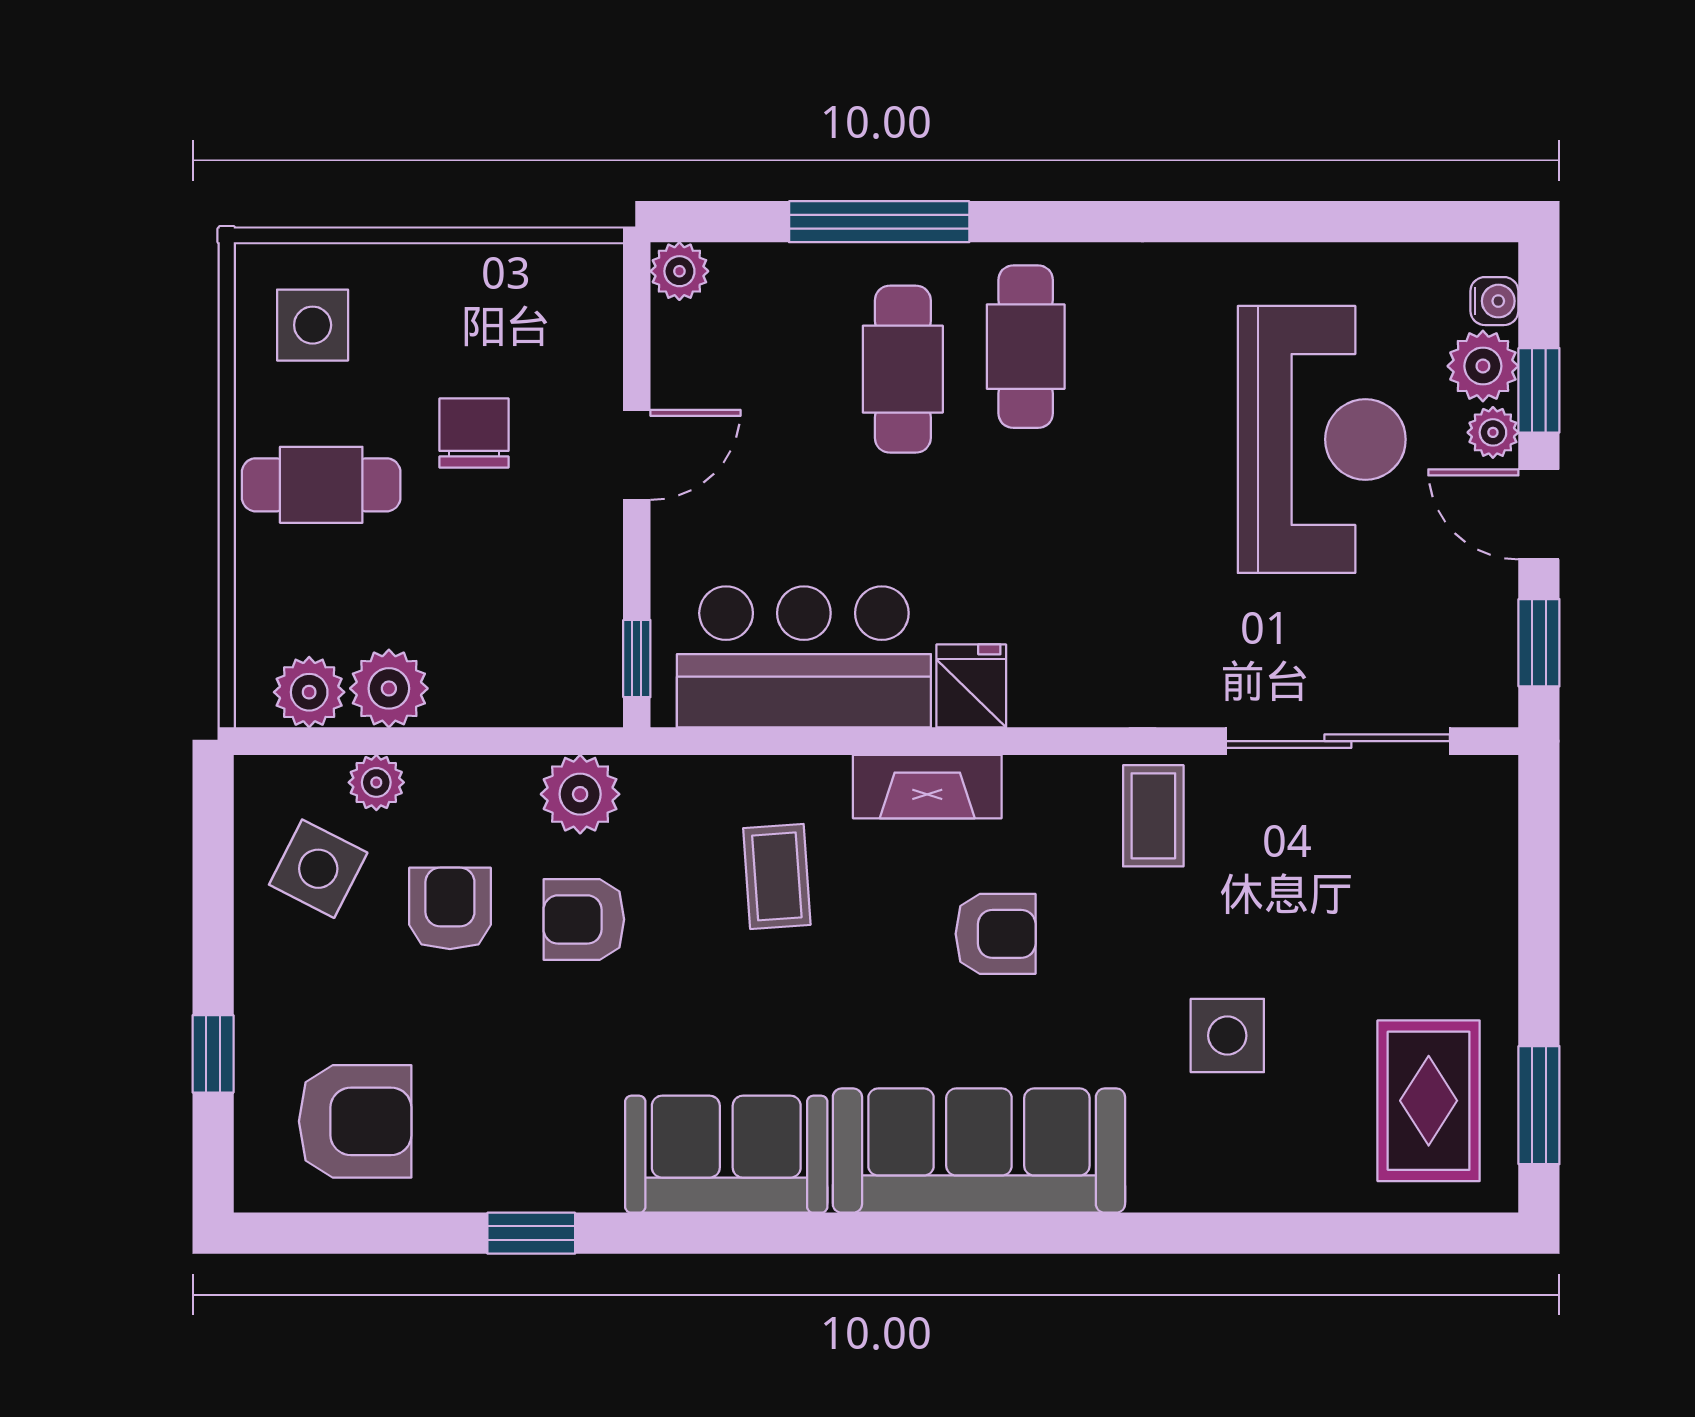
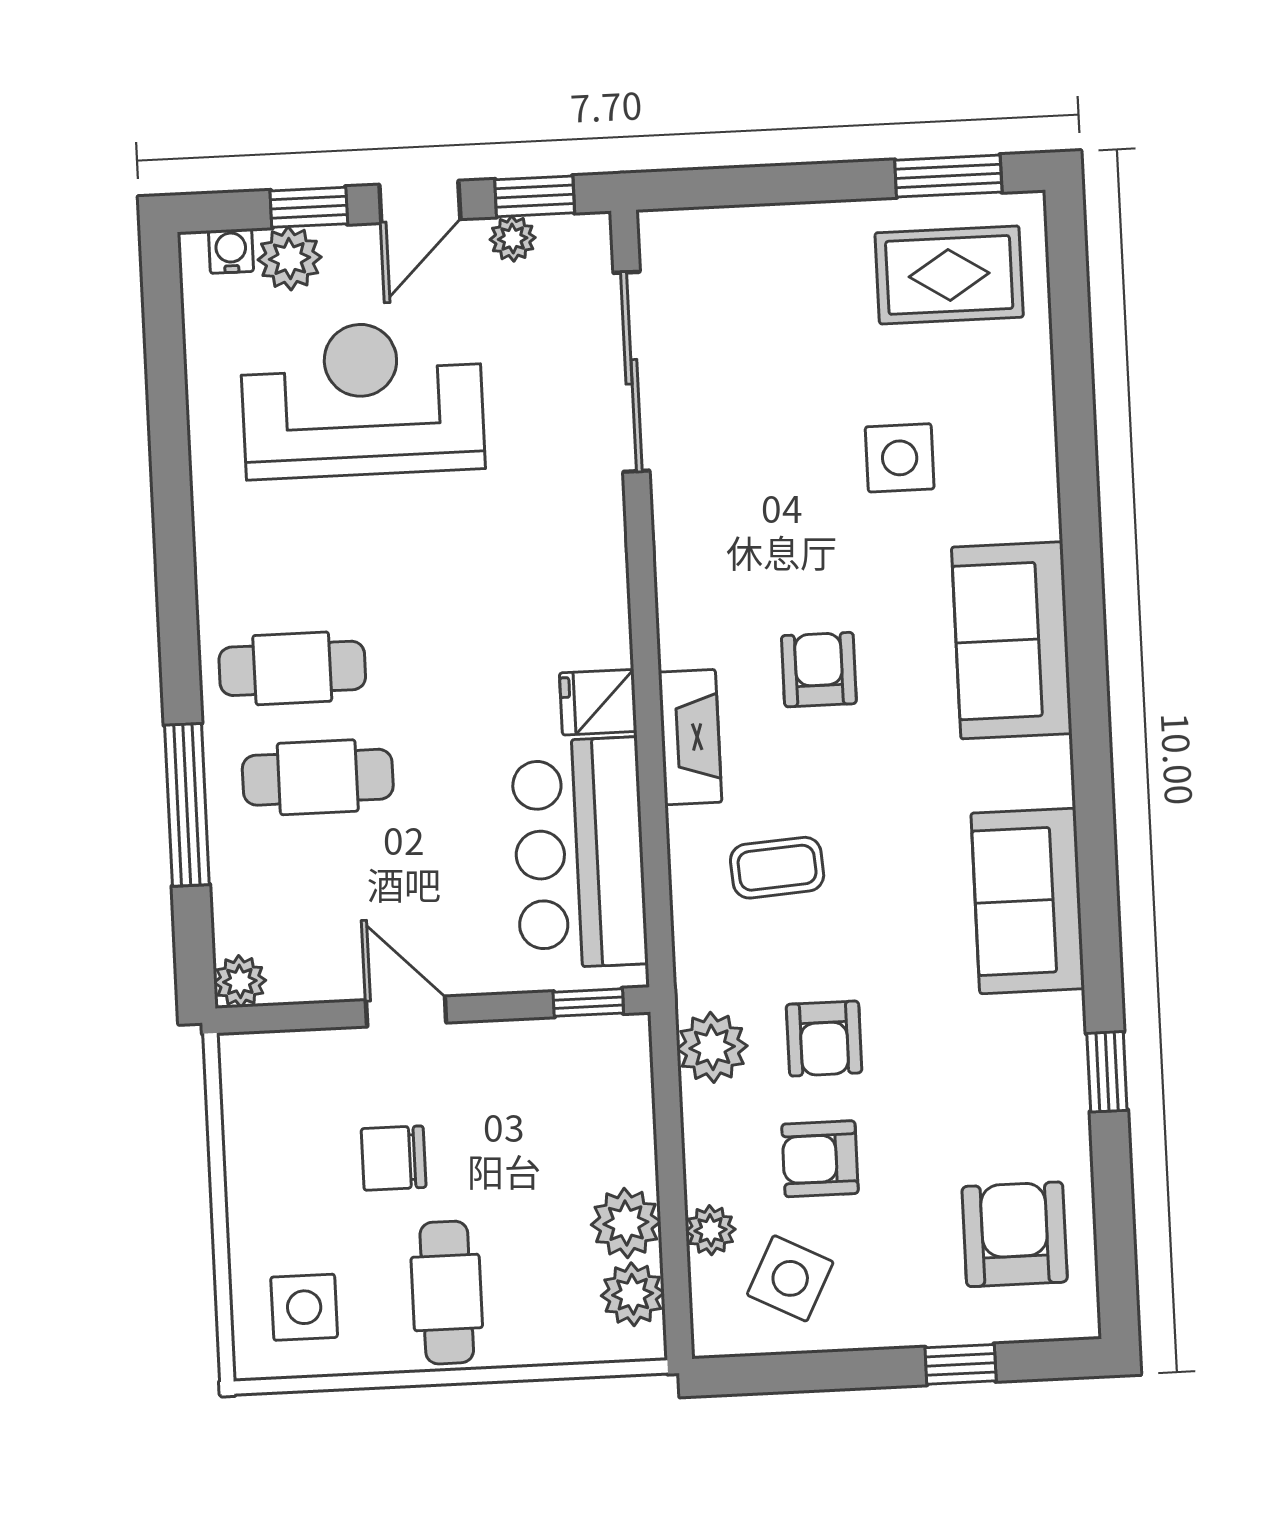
plant: (1493, 432) -> (513, 239), moved
coffee table: (1153, 816) -> (706, 534), removed
sofa: (979, 1151) -> (1012, 640), width x0.73

